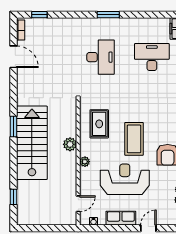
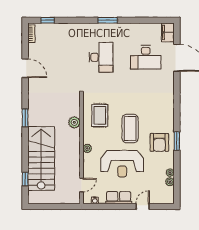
door: (13, 57) -> (25, 68), moved
desk: (152, 57) -> (146, 57), turned 180
stairs: (32, 143) -> (41, 159), moved
plant: (70, 144) -> (74, 122), moved
reception desk: (125, 179) -> (122, 164), turned 180

